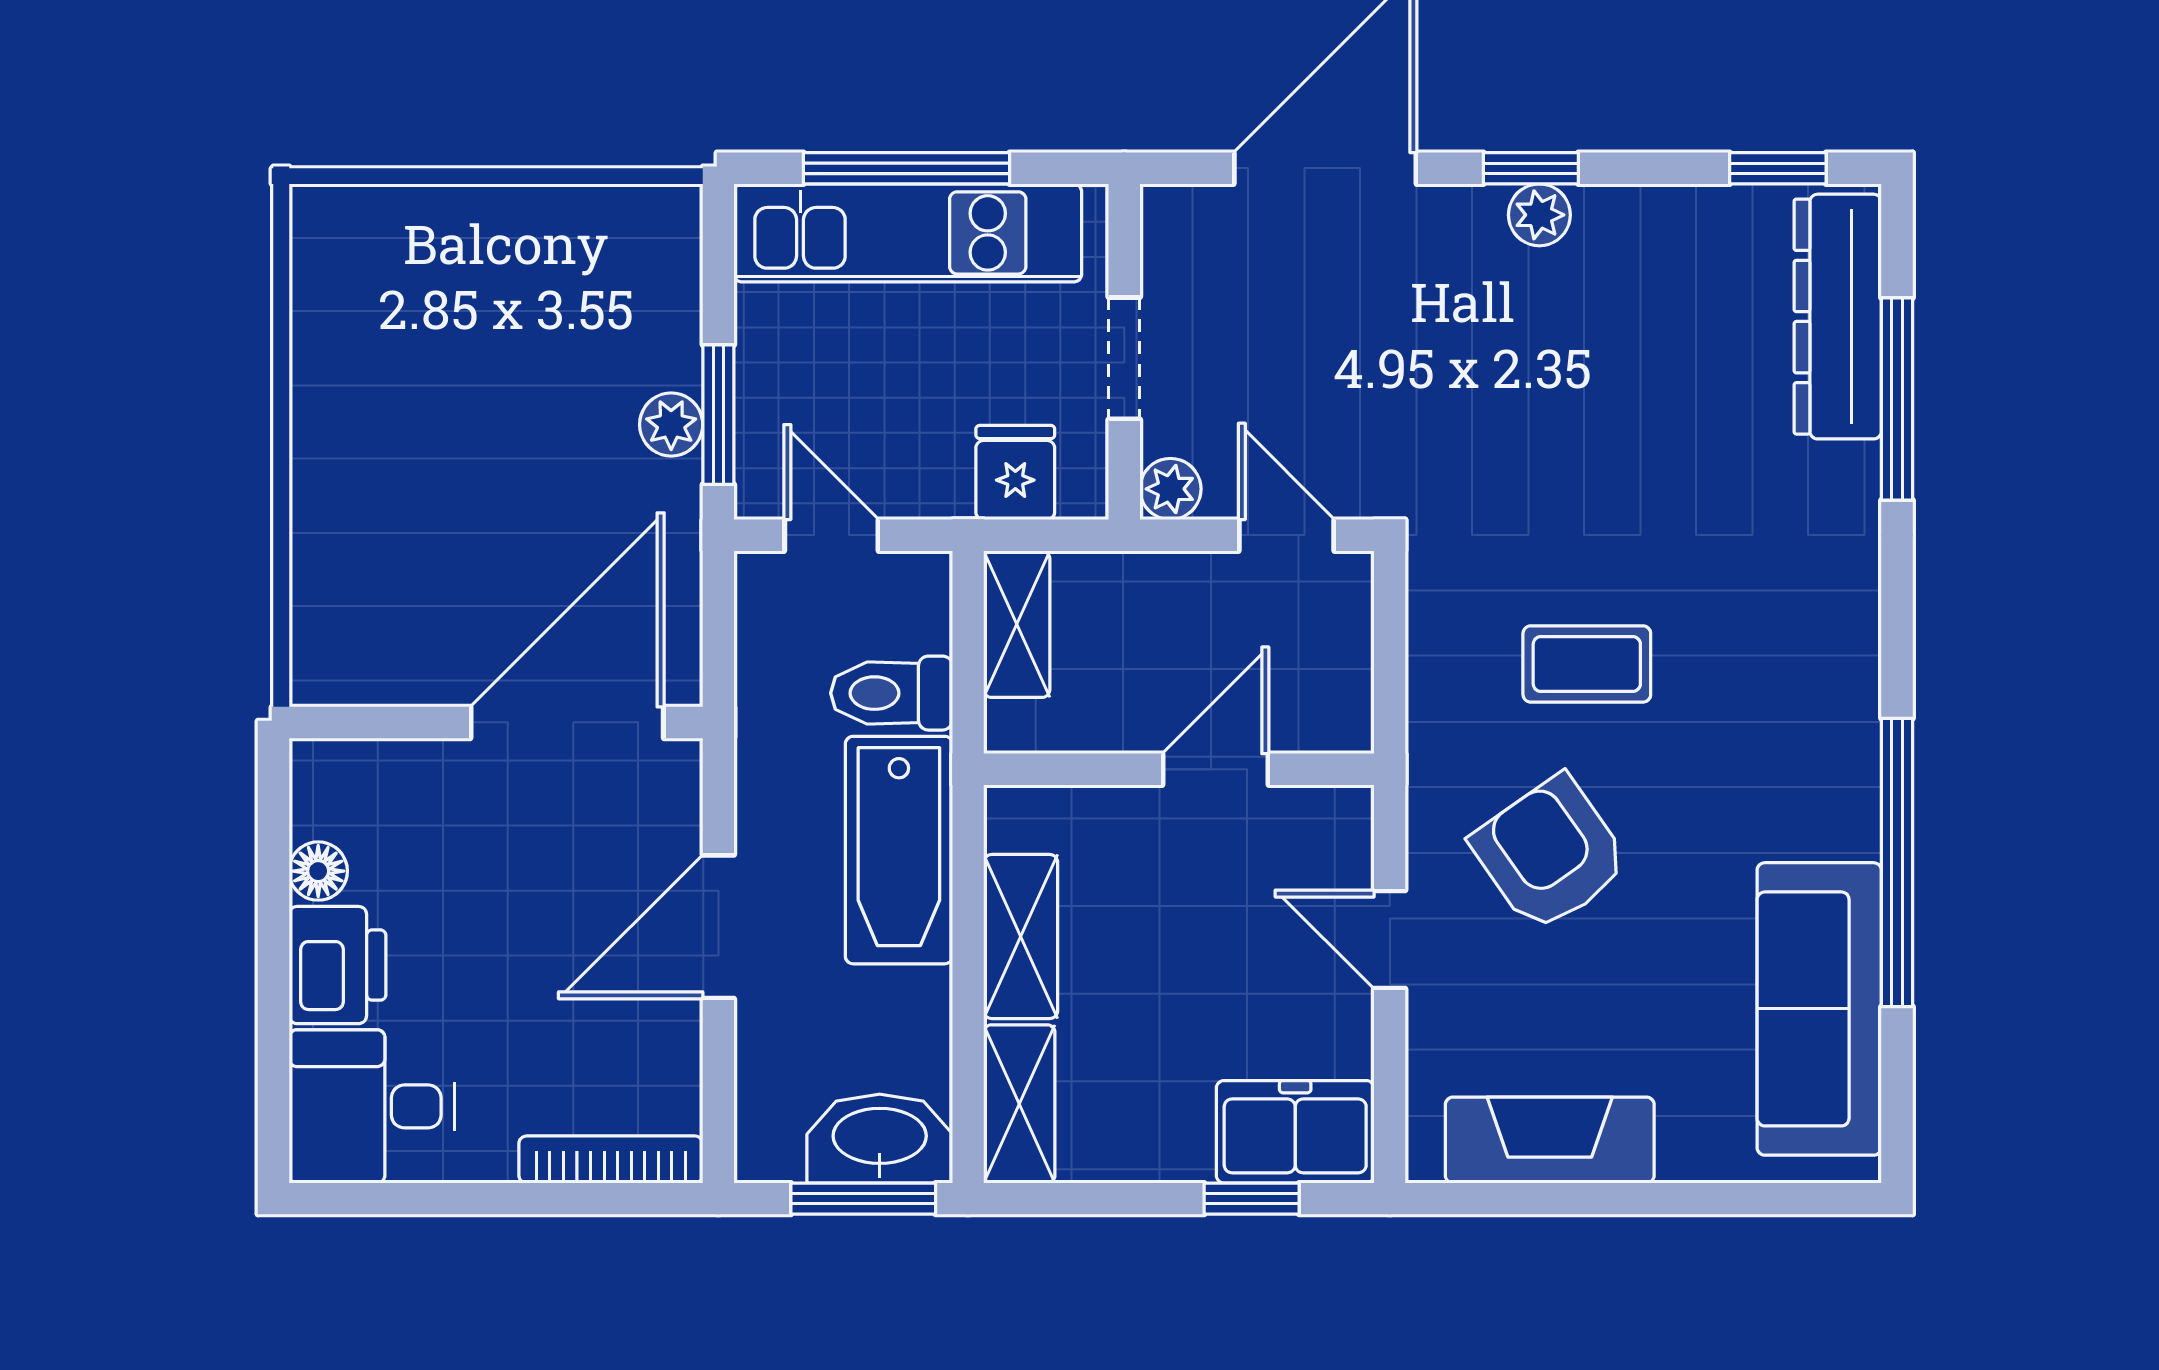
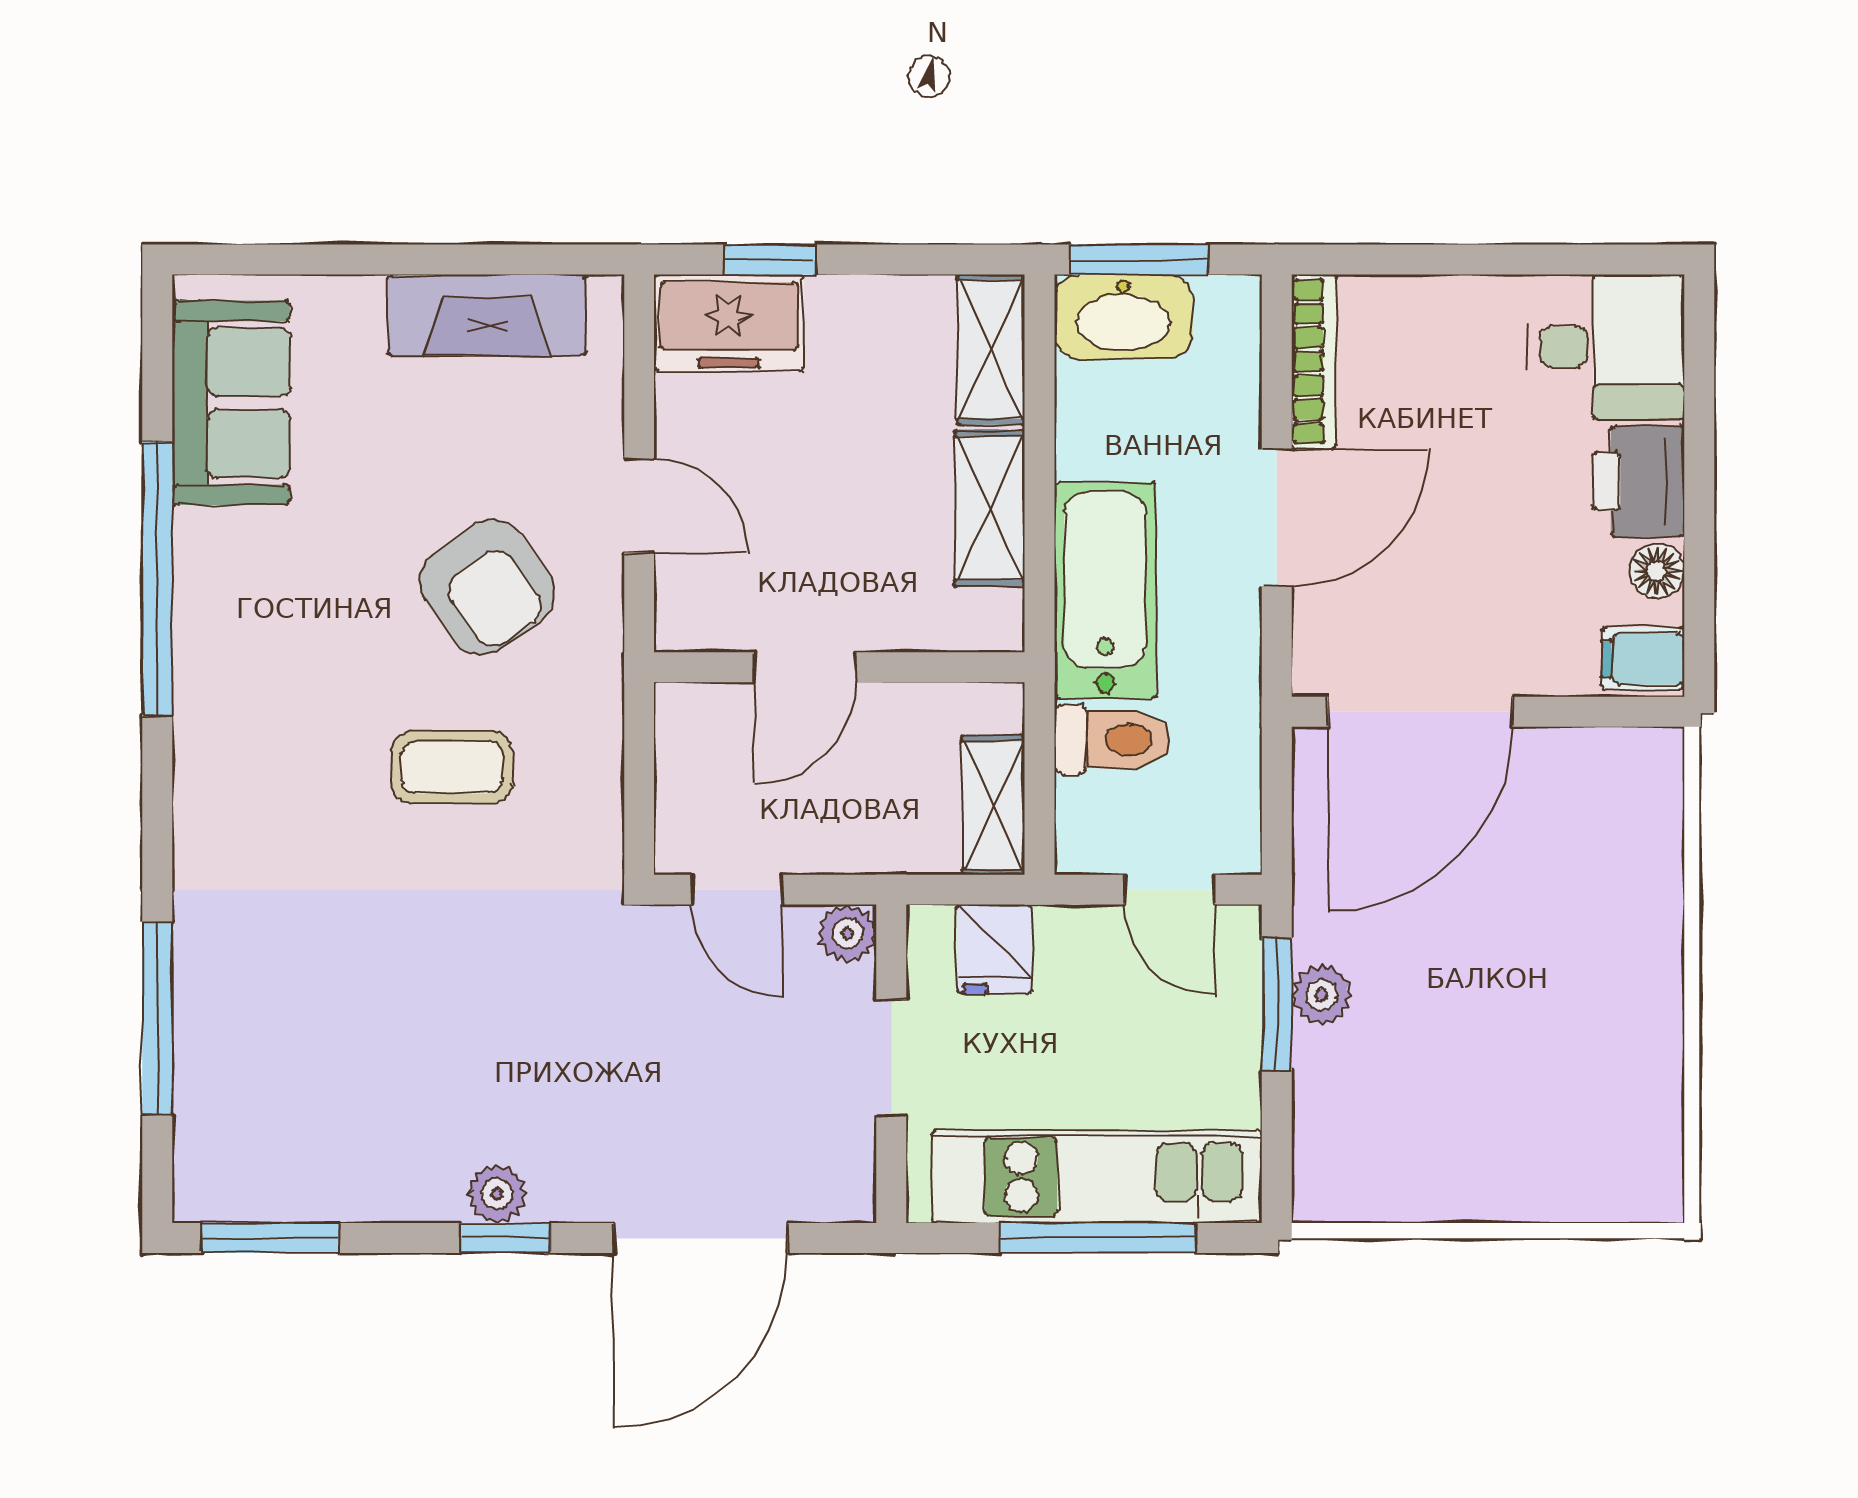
window: (1778, 168) -> (270, 1238), width x1.50
dresser: (1838, 317) -> (214, 1097), removed
filing cabinet: (333, 778) -> (1643, 659), added
sofa: (1819, 1009) -> (231, 403), width x0.73
bookcase: (611, 1159) -> (1314, 362), moved, turned -90

